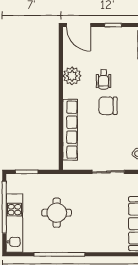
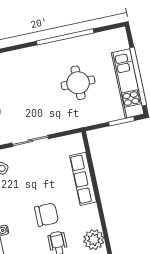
row of seats: (70, 130) -> (83, 179), width x0.73
kitchen unit: (14, 223) -> (128, 83), moved

